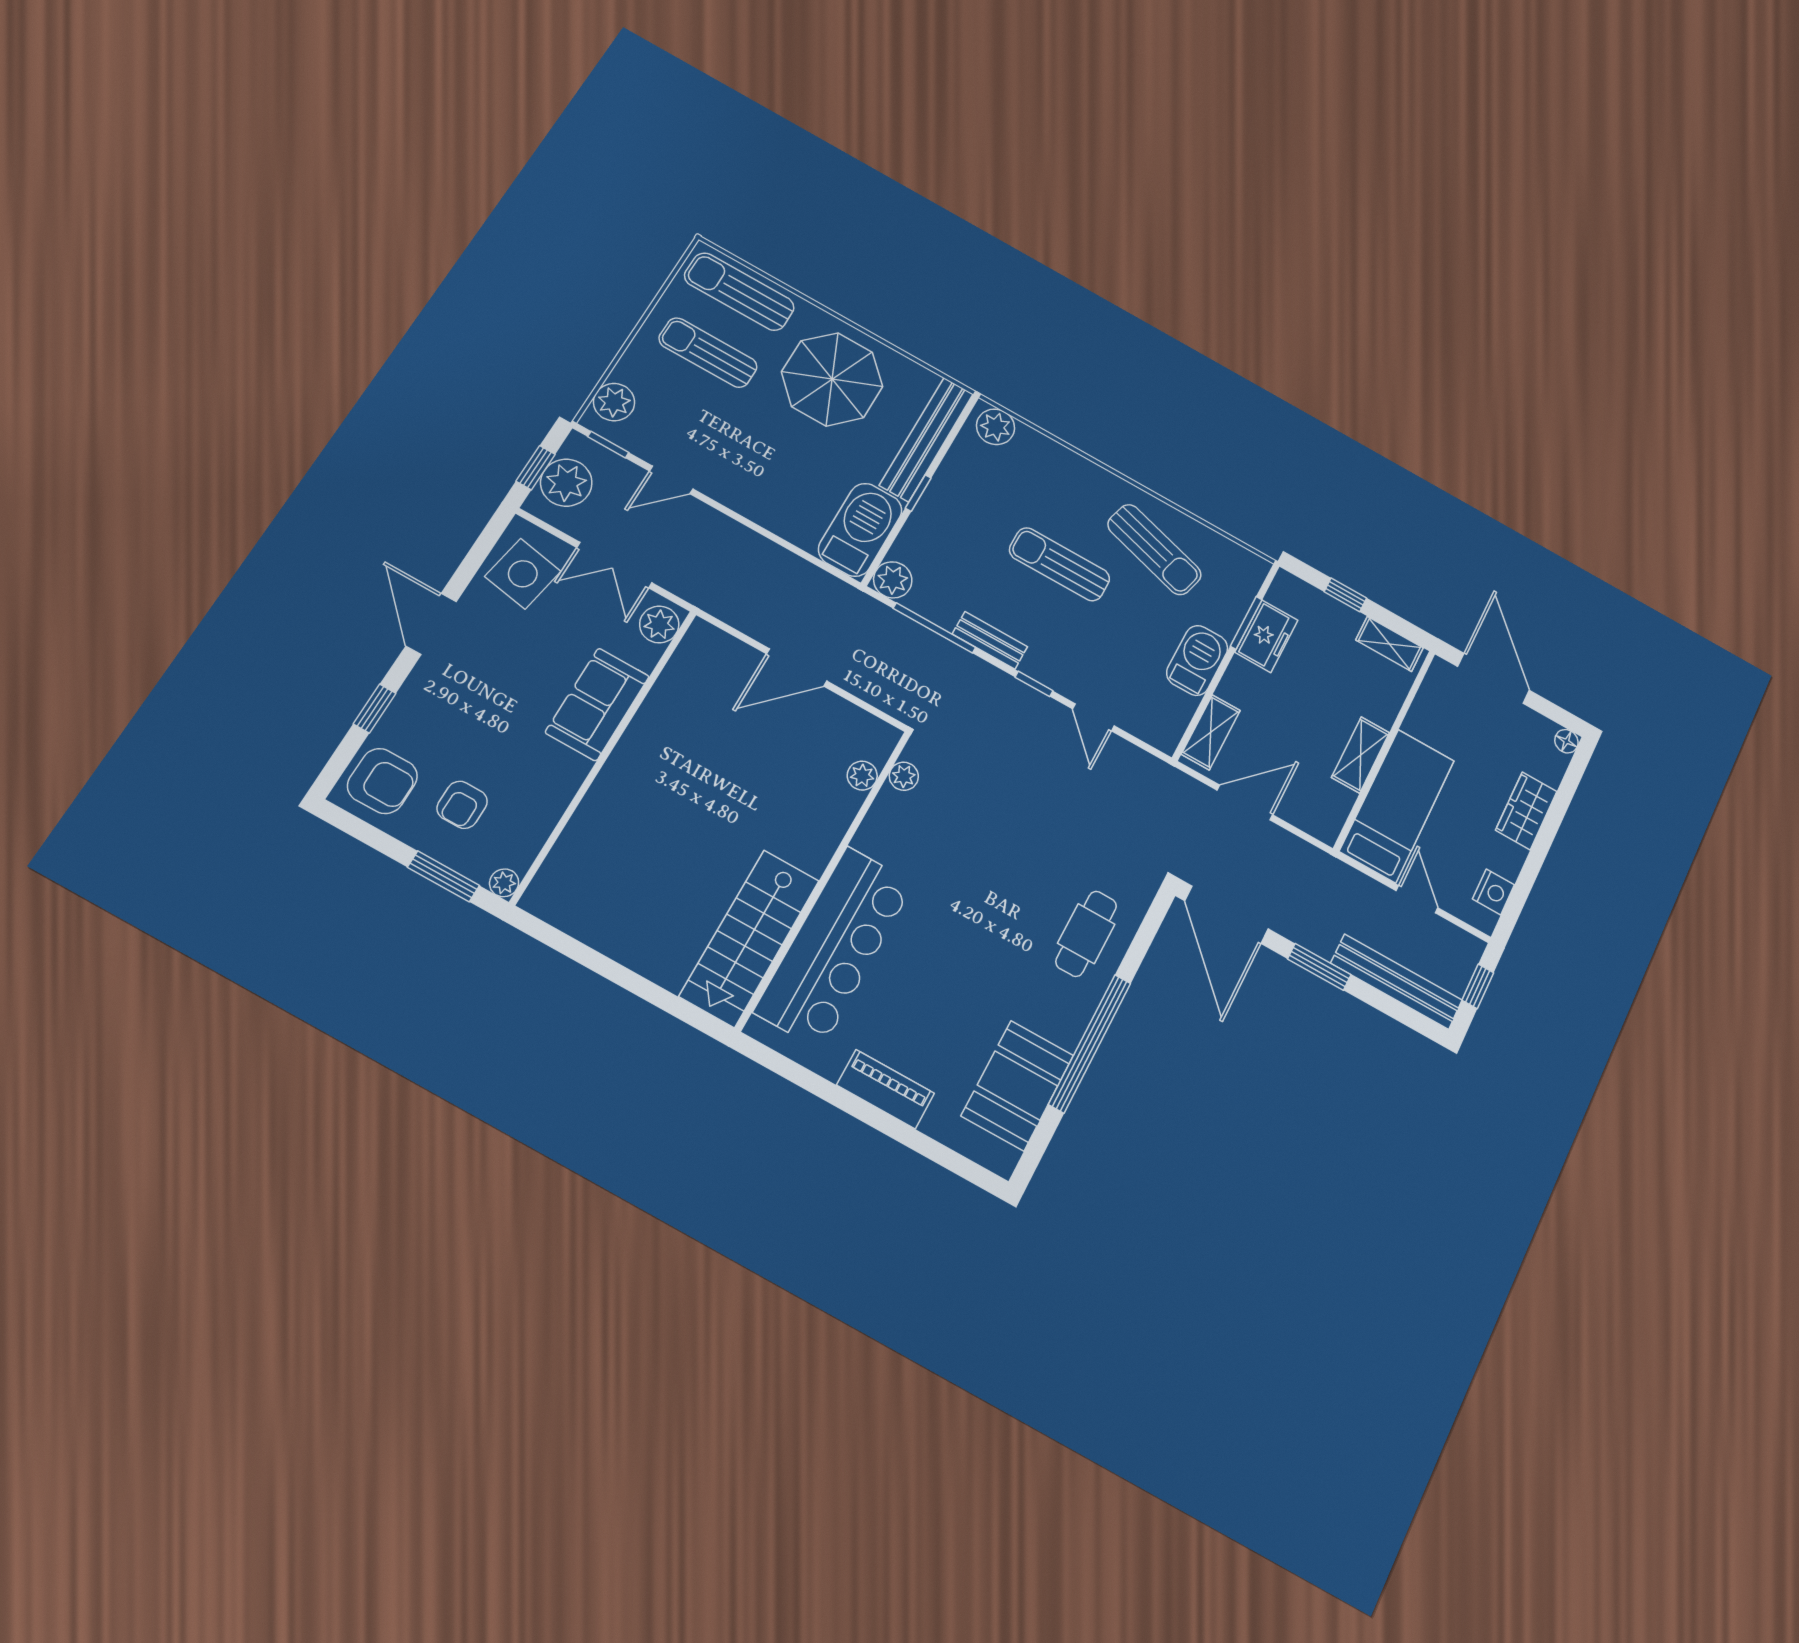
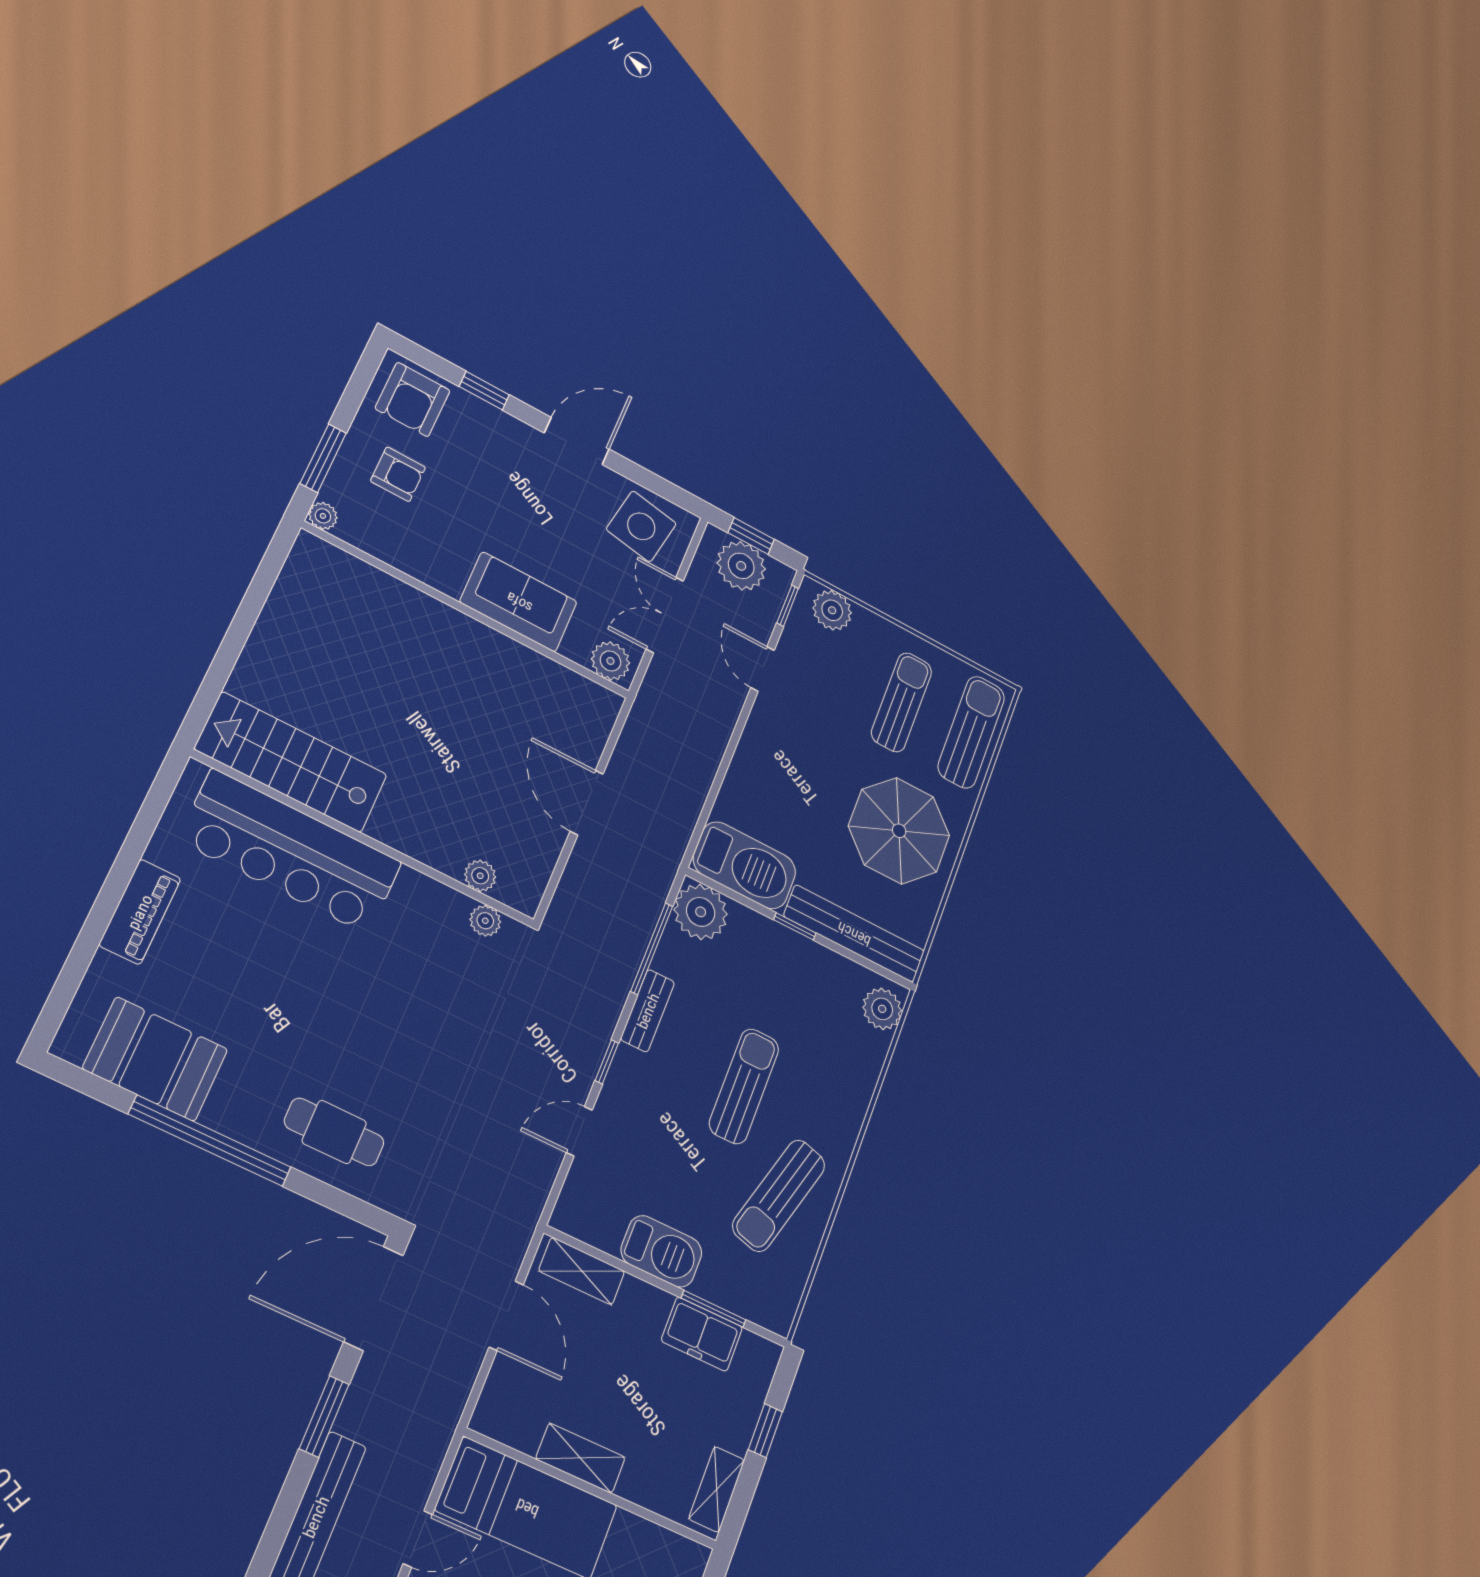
plant: (893, 580) -> (701, 912), width x1.36, depth x1.36
armchair: (462, 805) -> (398, 474), turned 180

